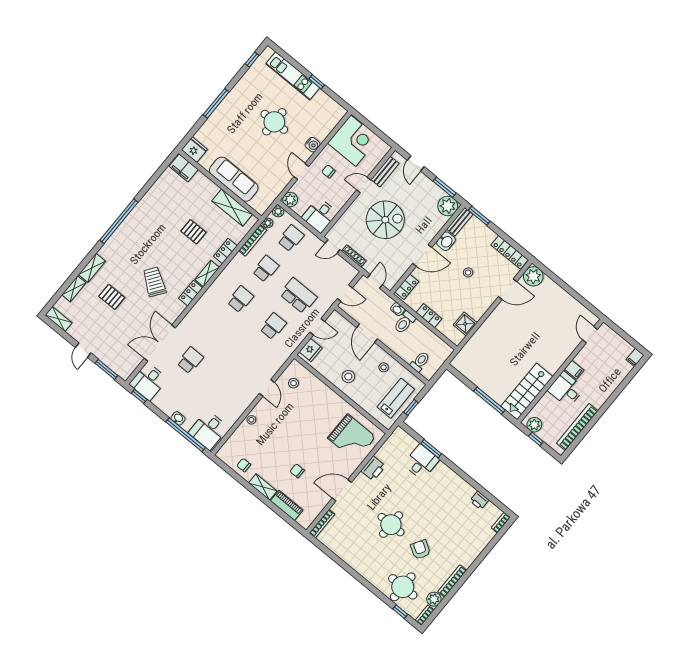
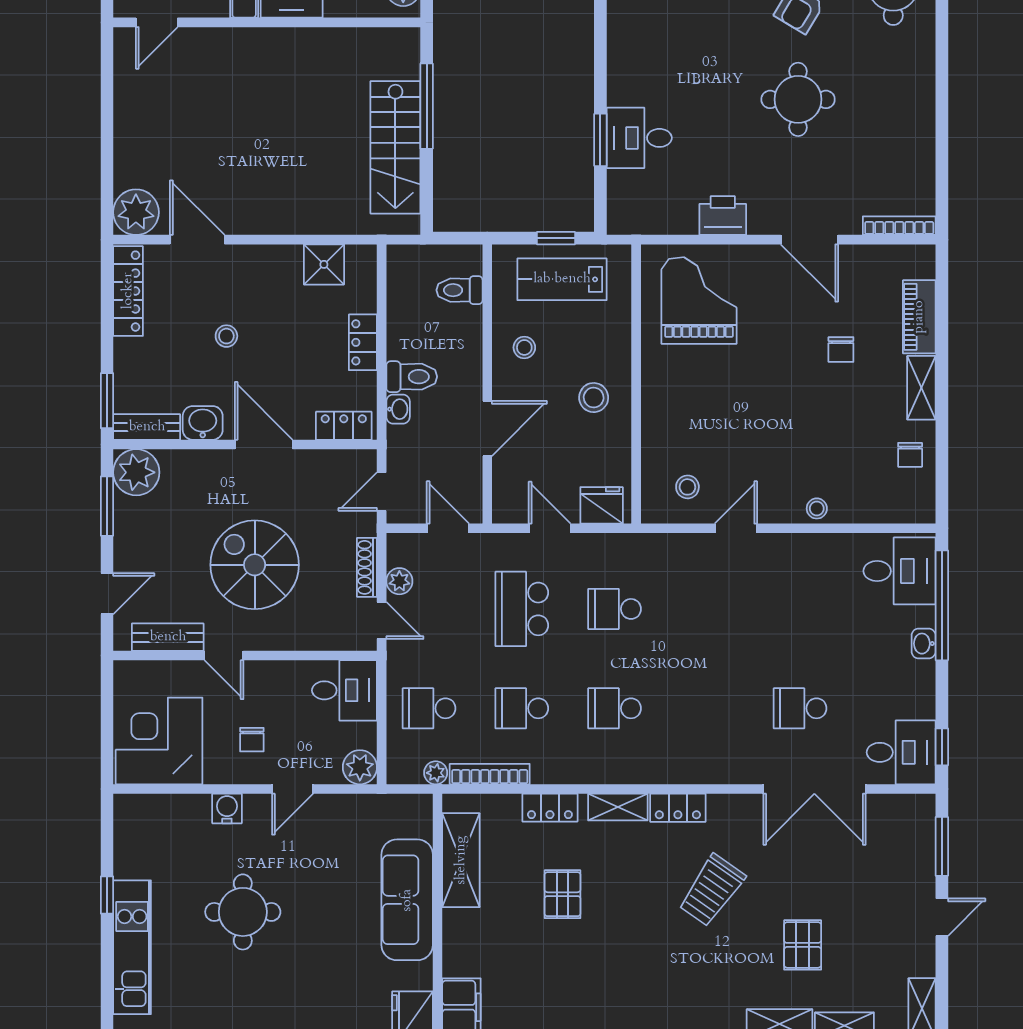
plant: (278, 211) -> (399, 581), moved
stairs: (527, 391) -> (395, 147), moved, turned 90

